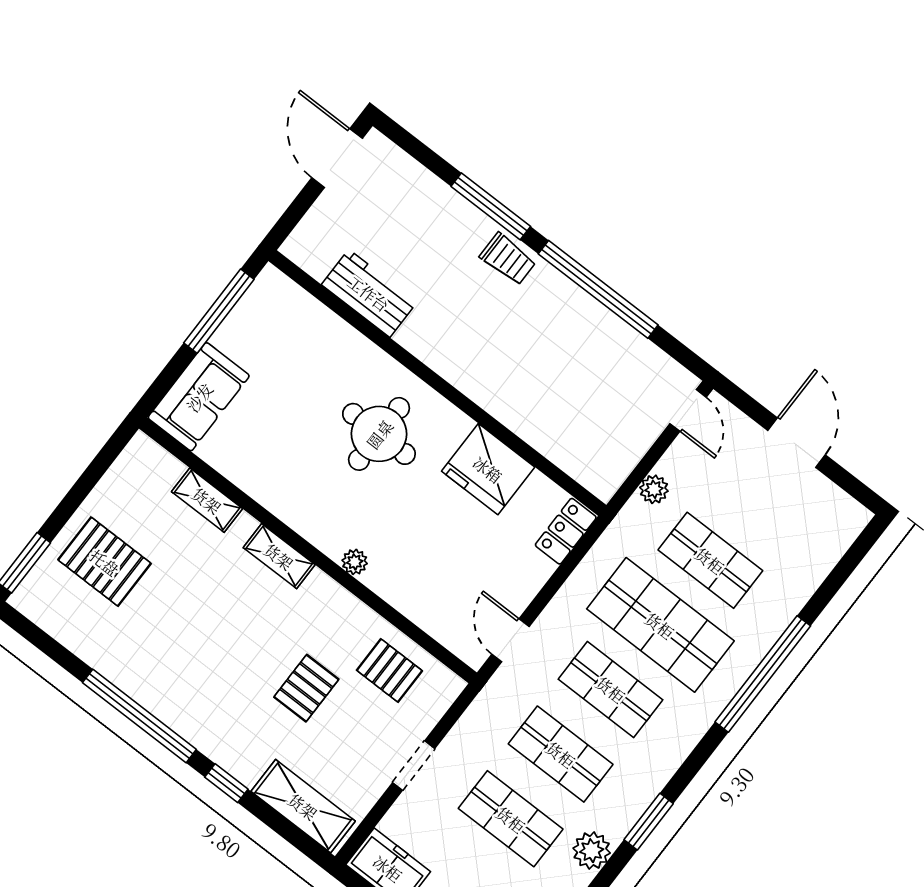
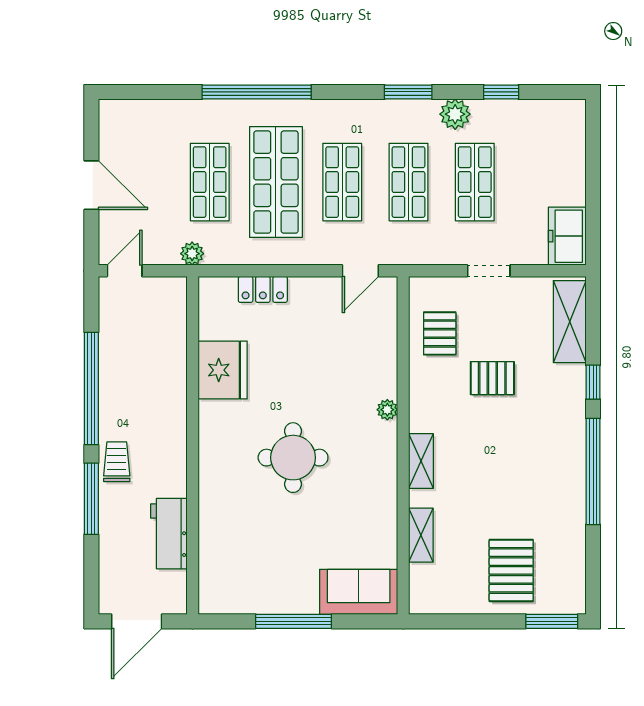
workbench: (369, 293) -> (169, 534), moved
wall: (437, 383) -> (193, 445), moved
door: (797, 443) -> (91, 185), swing flipped
fridge: (488, 469) -> (223, 370), moved

